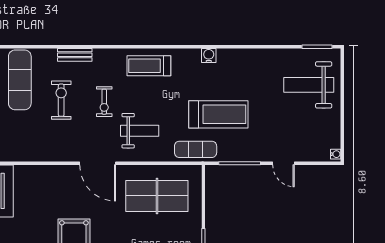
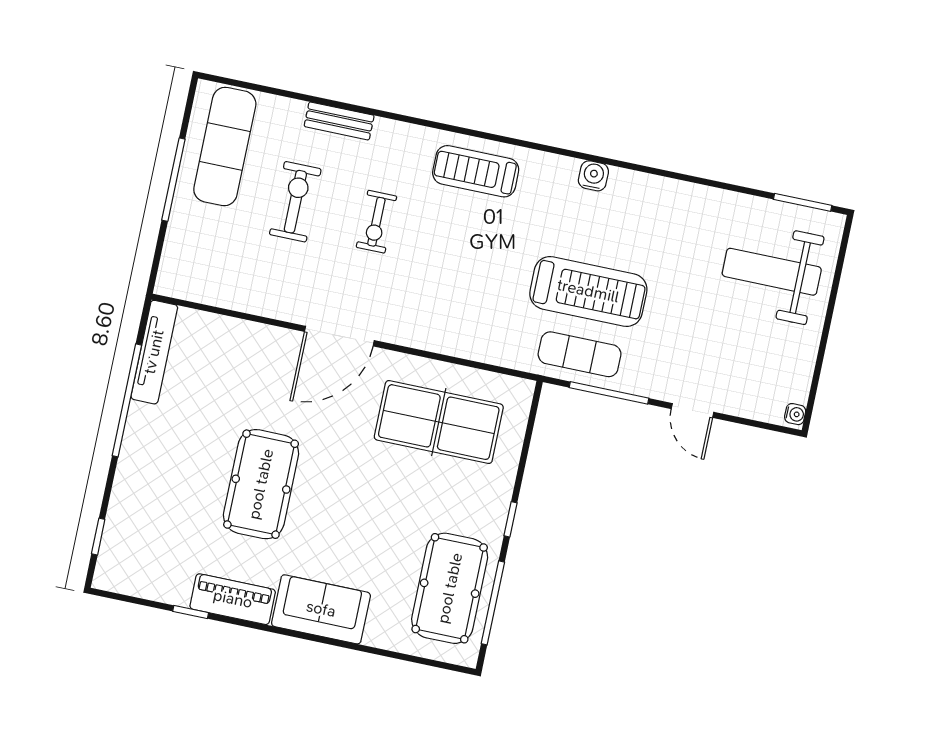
weight bench: (140, 131) -> (432, 291), removed
exercise mat: (196, 149) -> (580, 354), moved
door: (98, 163) -> (339, 336), hinge flipped

